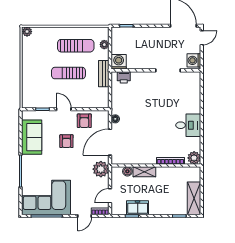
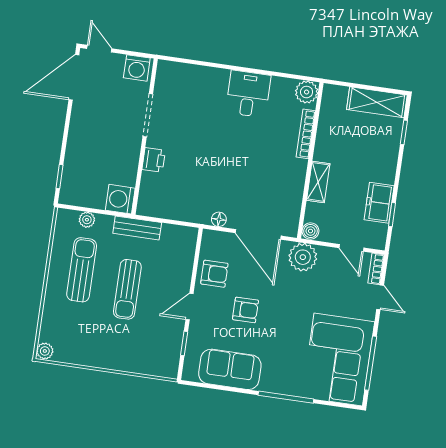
printer: (124, 77) -> (154, 160), moved
boiler: (127, 171) -> (310, 231), moved

